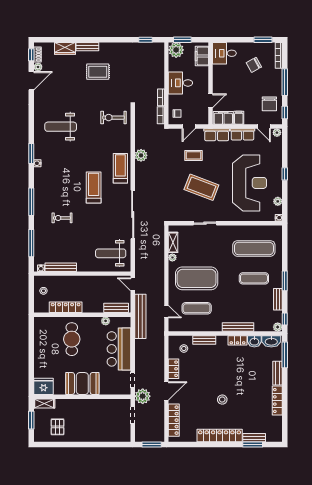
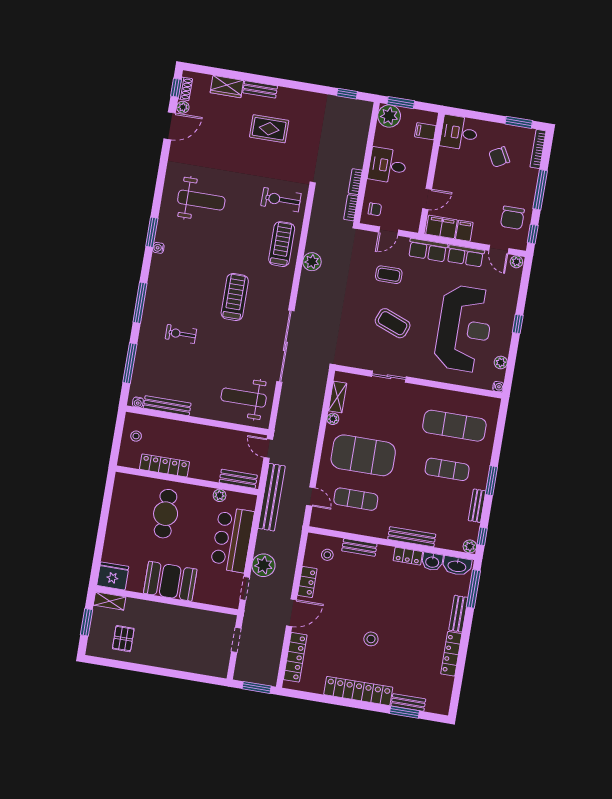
filing cabinet: (202, 56) -> (425, 131), width x0.50
weight bench: (61, 127) -> (201, 200), turned 180
treadmill: (120, 168) -> (282, 244), moved
coffee table: (201, 187) -> (393, 323), width x0.73, depth x0.76
plant: (143, 396) -> (264, 565), moved

